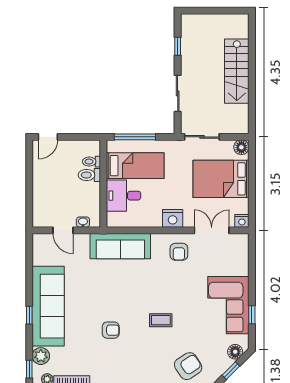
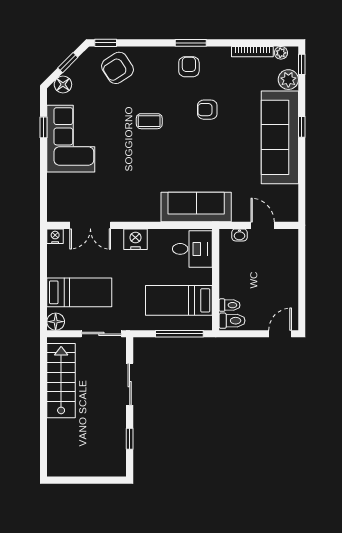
stairs: (237, 71) -> (61, 381), moved
toilet: (89, 175) -> (232, 321), moved
bed: (221, 179) -> (79, 292), width x0.67
desk: (124, 196) -> (192, 249), moved
armchair: (179, 252) -> (189, 67), moved

